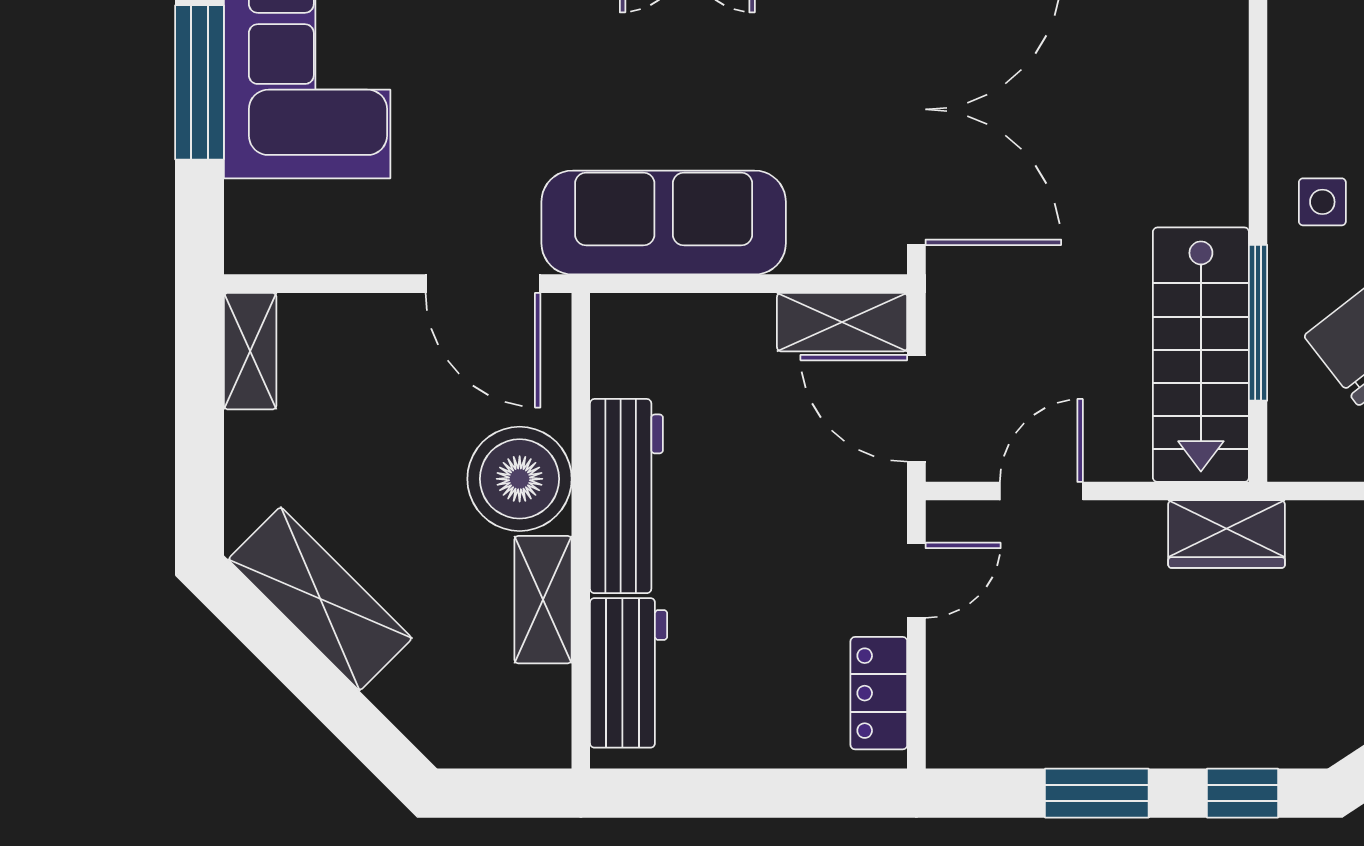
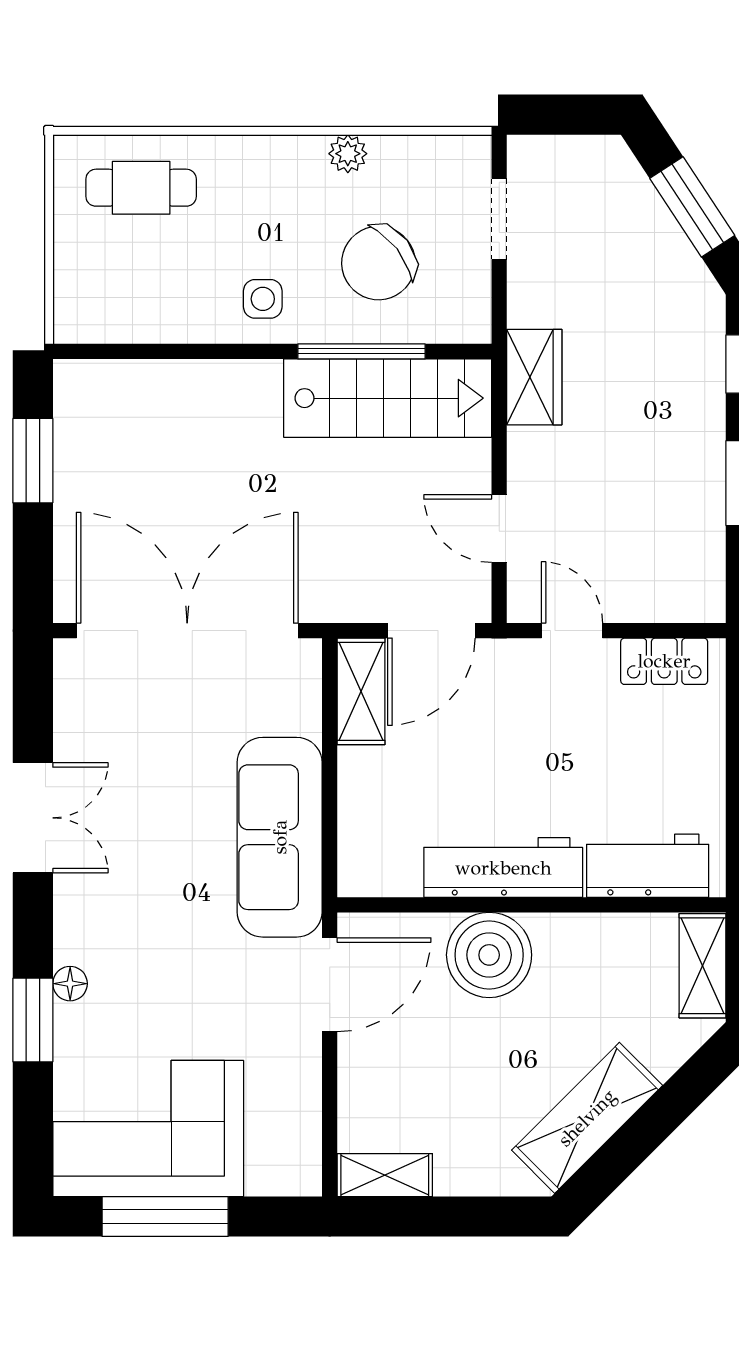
shelving: (543, 600) -> (703, 966), moved, turned 90

